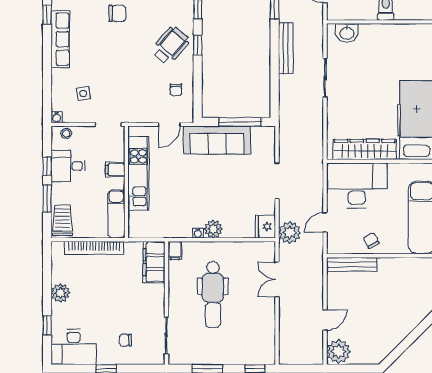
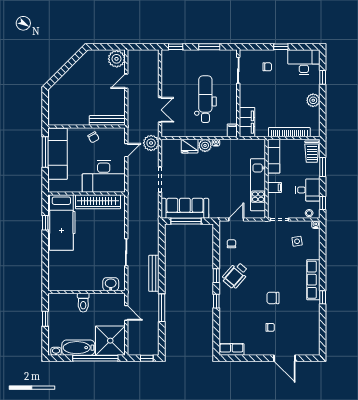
sofa: (217, 140) -> (185, 208), moved
window: (47, 166) -> (323, 203), moved
fridge: (265, 227) -> (190, 146), moved, turned 90

